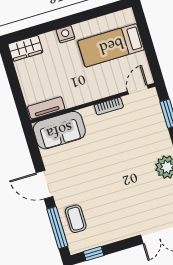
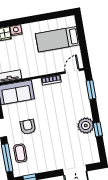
nightstand: (65, 34) -> (16, 30), moved
armchair: (82, 179) -> (28, 127), added

